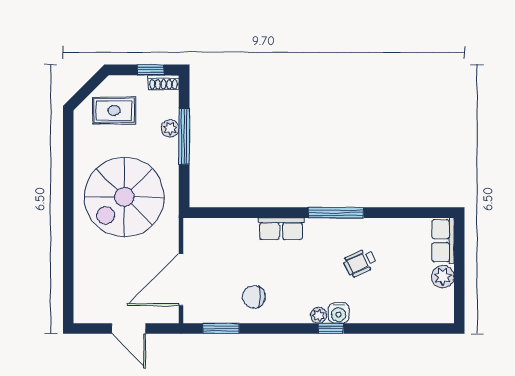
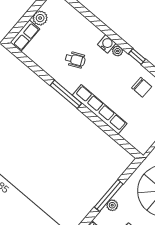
row of seats: (281, 229) -> (100, 109), width x2.02
window: (331, 328) -> (137, 57), moved

